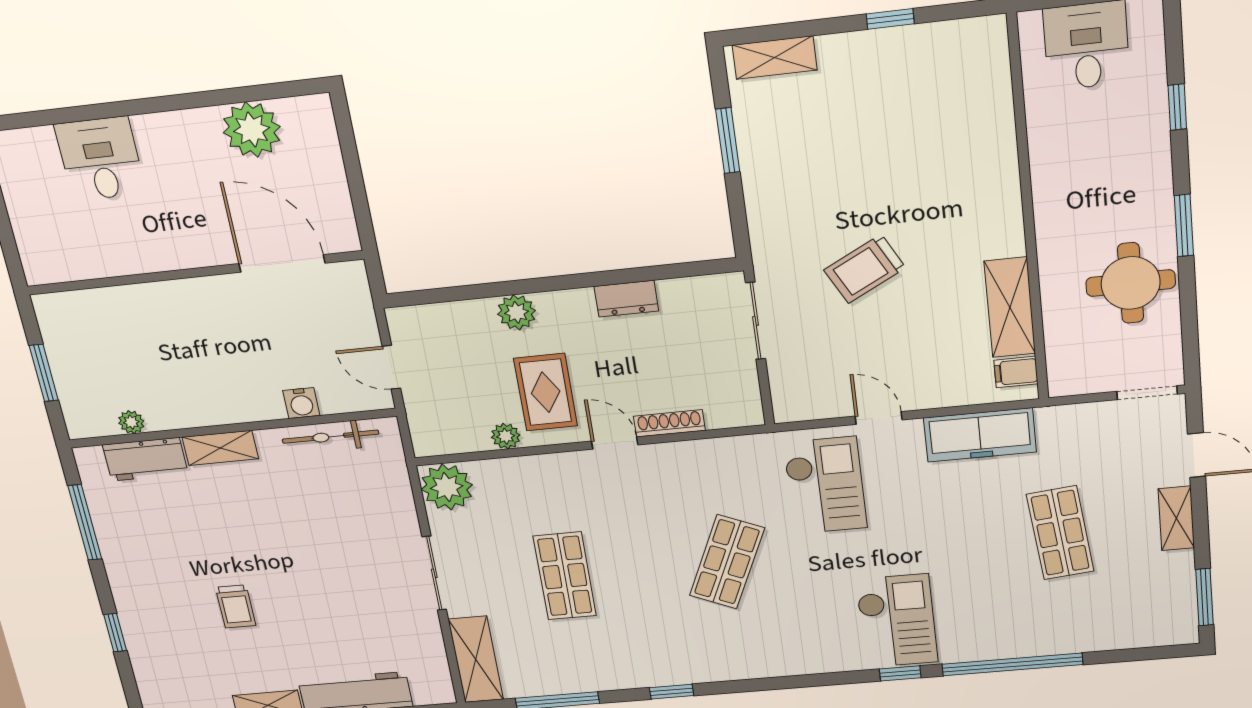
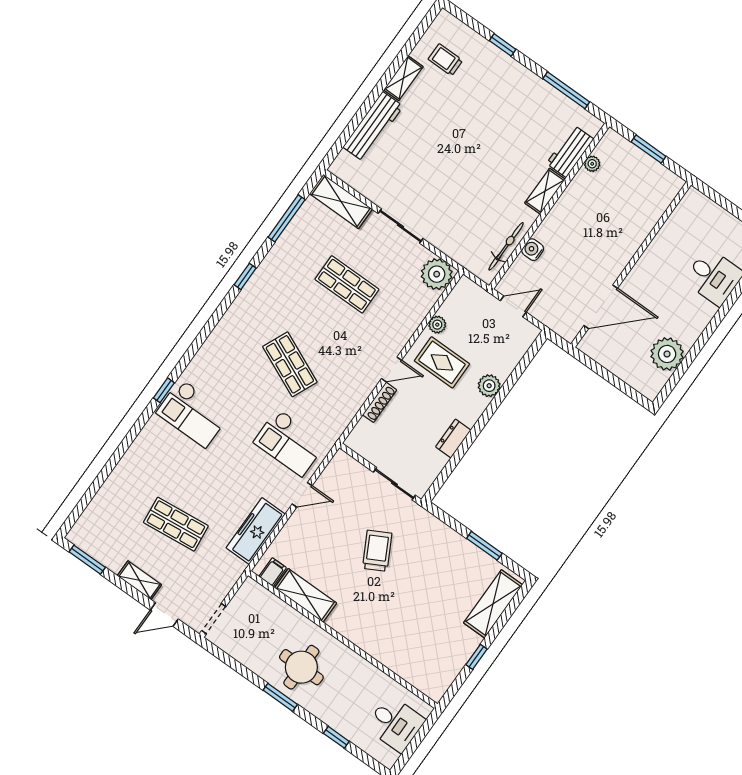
shelving: (775, 58) -> (493, 604), width x1.50, depth x1.33
round table: (1131, 283) -> (301, 667), moved
trolley: (236, 606) -> (445, 60), moved
window: (1012, 664) -> (125, 445), removed

